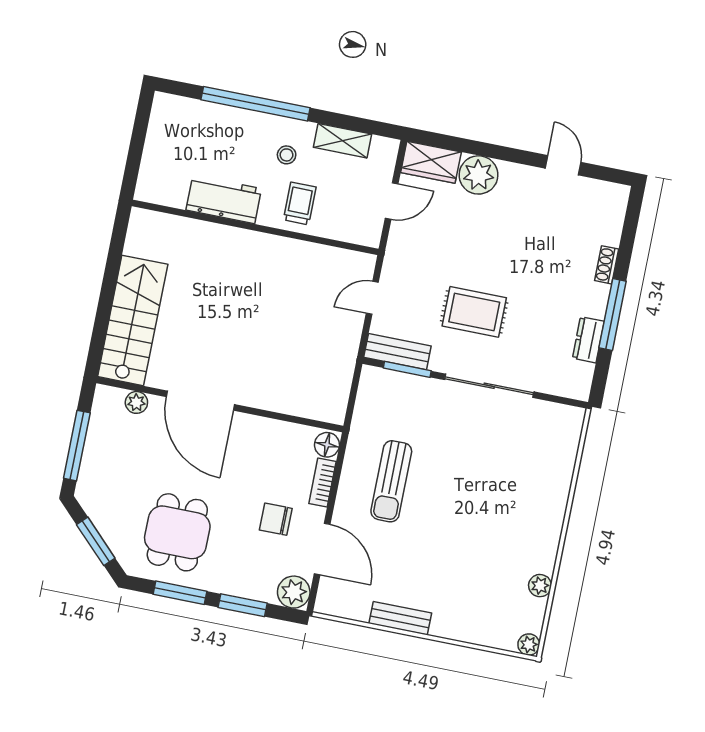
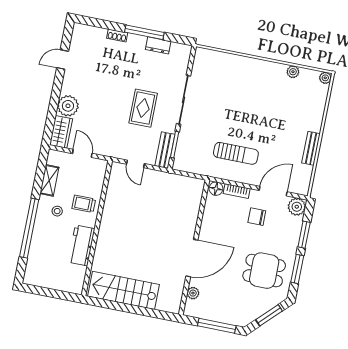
stairs: (133, 320) -> (123, 290), moved
chair: (276, 519) -> (257, 217), turned 90

